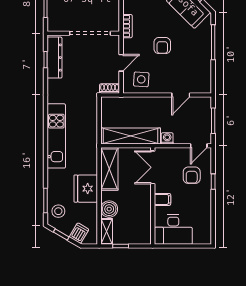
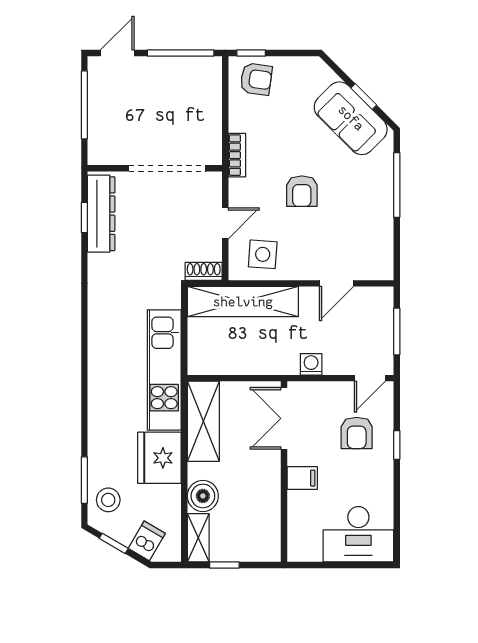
kitchen unit: (56, 136) -> (164, 370), moved, turned 180
shelving: (131, 136) -> (243, 302), moved
desk: (173, 230) -> (358, 534), moved

